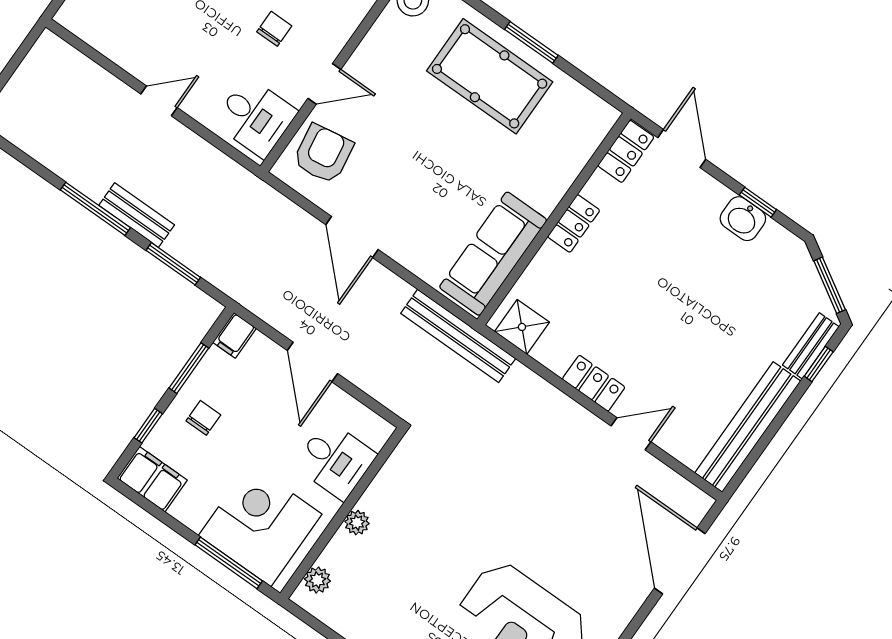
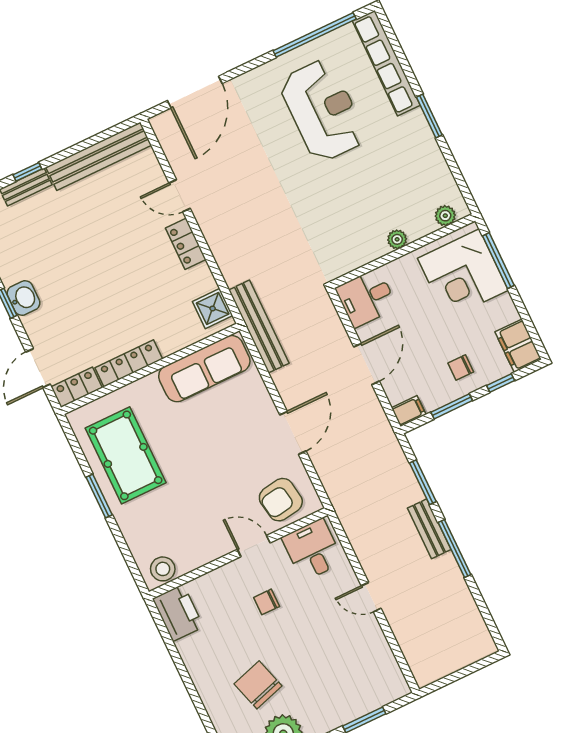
pool table: (490, 76) -> (126, 455), moved
locker: (574, 223) -> (129, 363), width x1.53
desk: (335, 460) -> (366, 298), moved, turned -90

